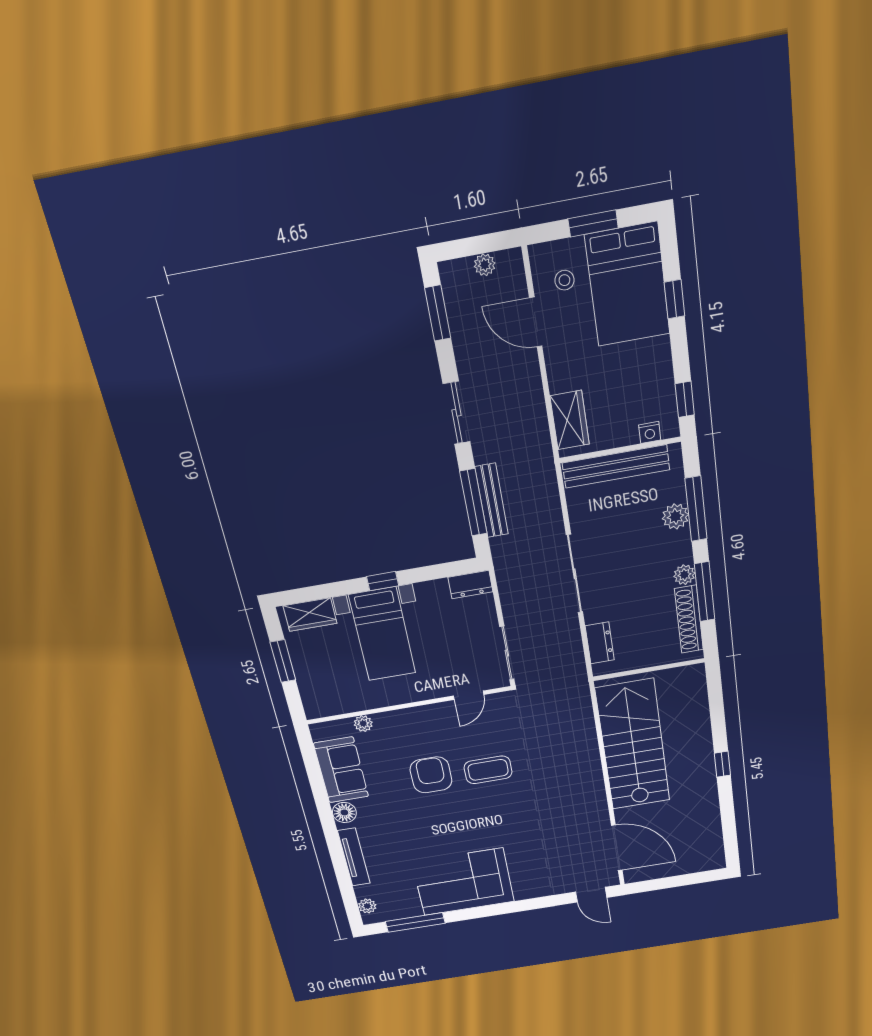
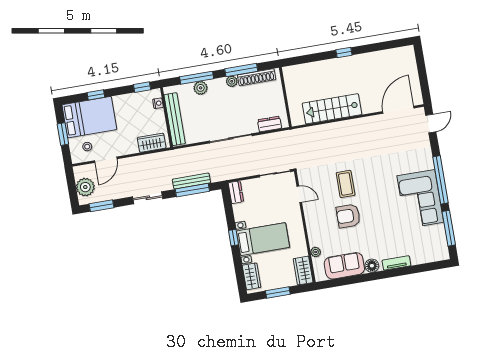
plant: (485, 265) -> (85, 187), width x1.87, depth x1.87
wardrobe: (328, 703) -> (303, 271), added
stairs: (633, 745) -> (332, 109), width x0.73, depth x0.66
tv unit: (354, 857) -> (396, 263), width x0.71
plant: (367, 906) -> (436, 256), removed
window: (496, 910) -> (440, 180), added

